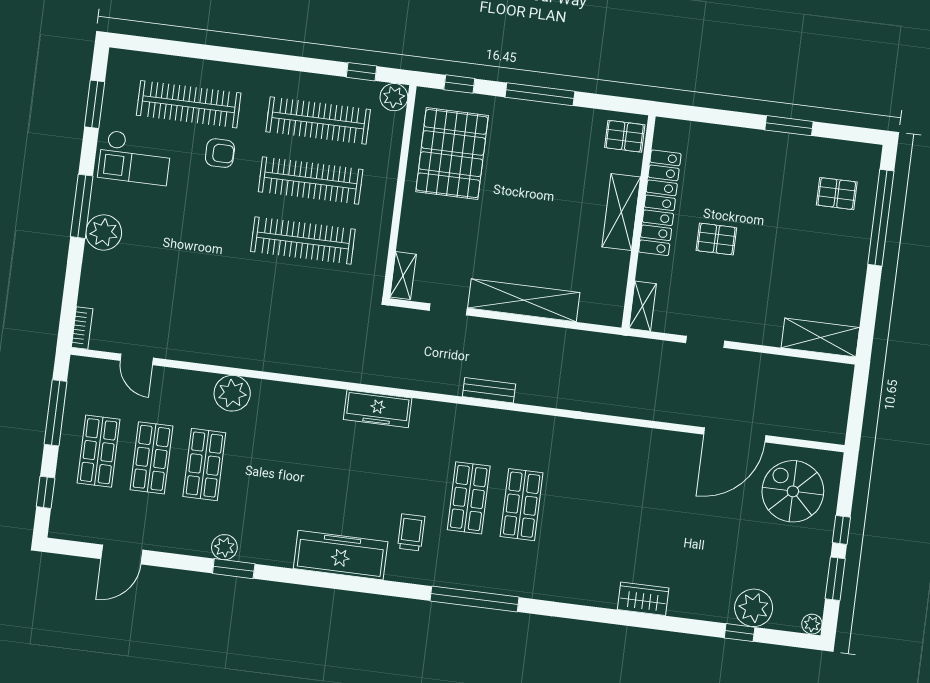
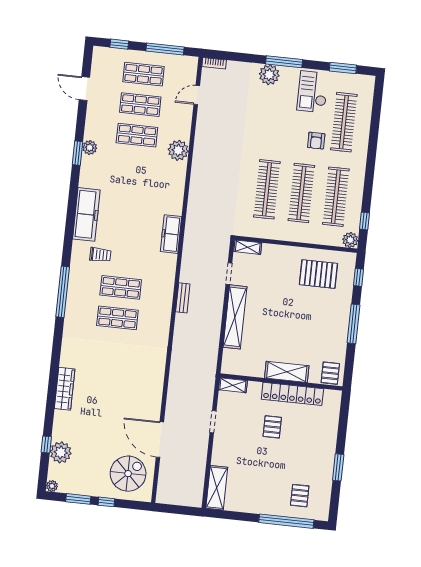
pallet: (452, 154) -> (318, 274), width x0.73, depth x0.71
wardrobe: (643, 599) -> (65, 389), width x1.50

